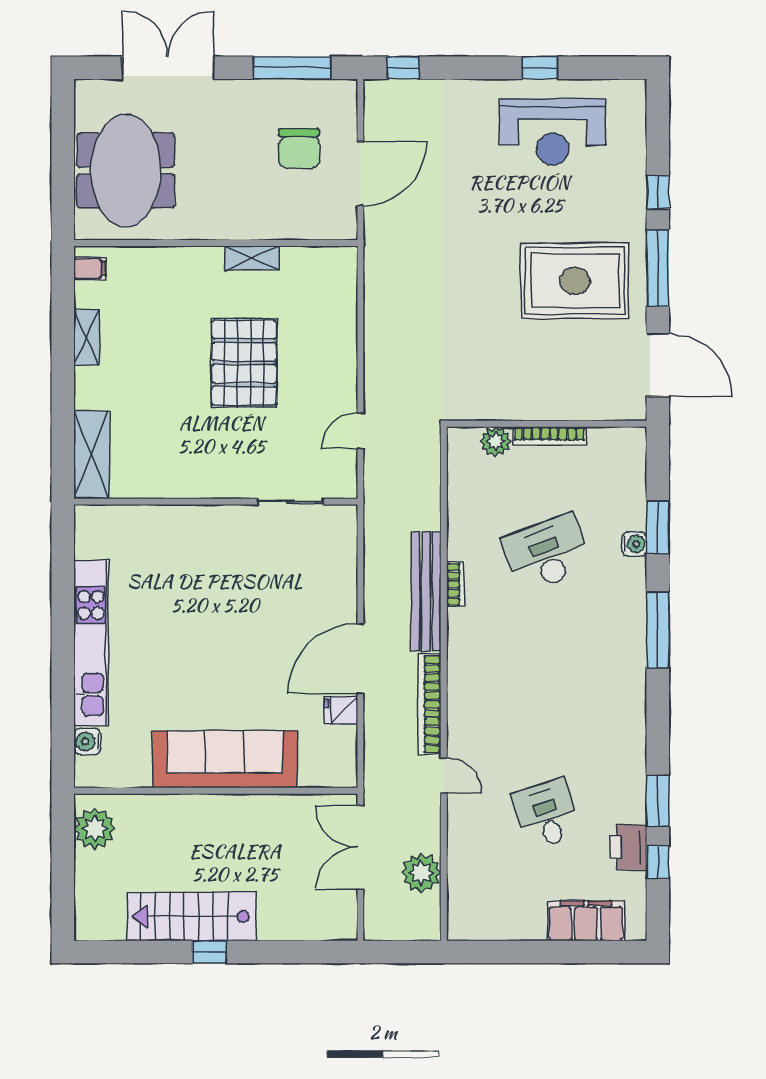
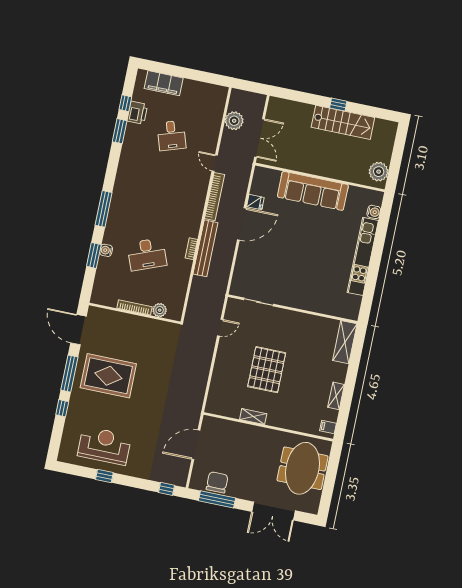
chair: (299, 149) -> (217, 482), moved

